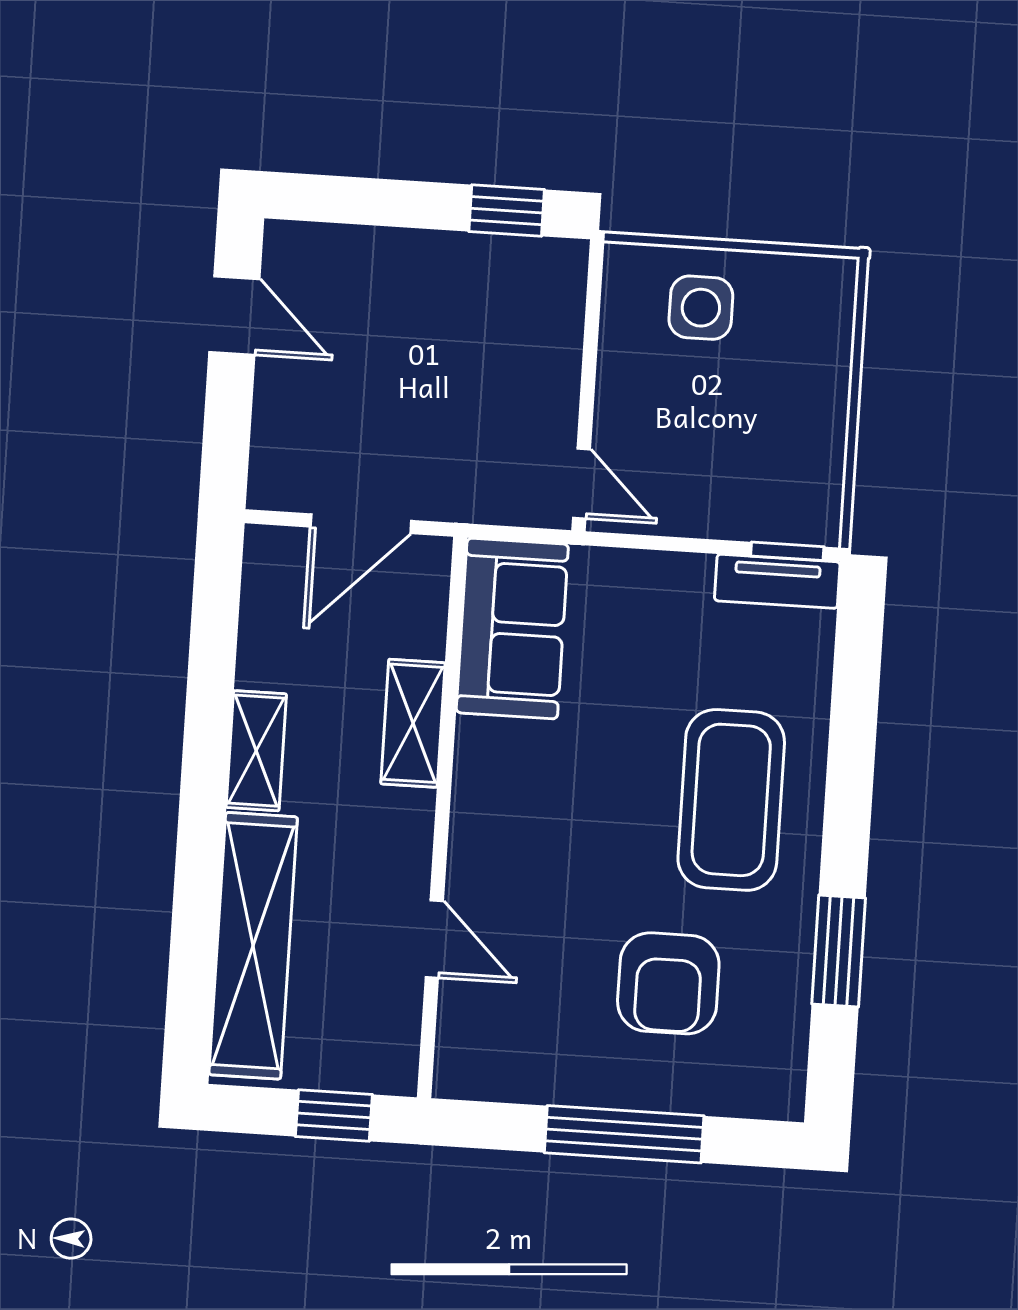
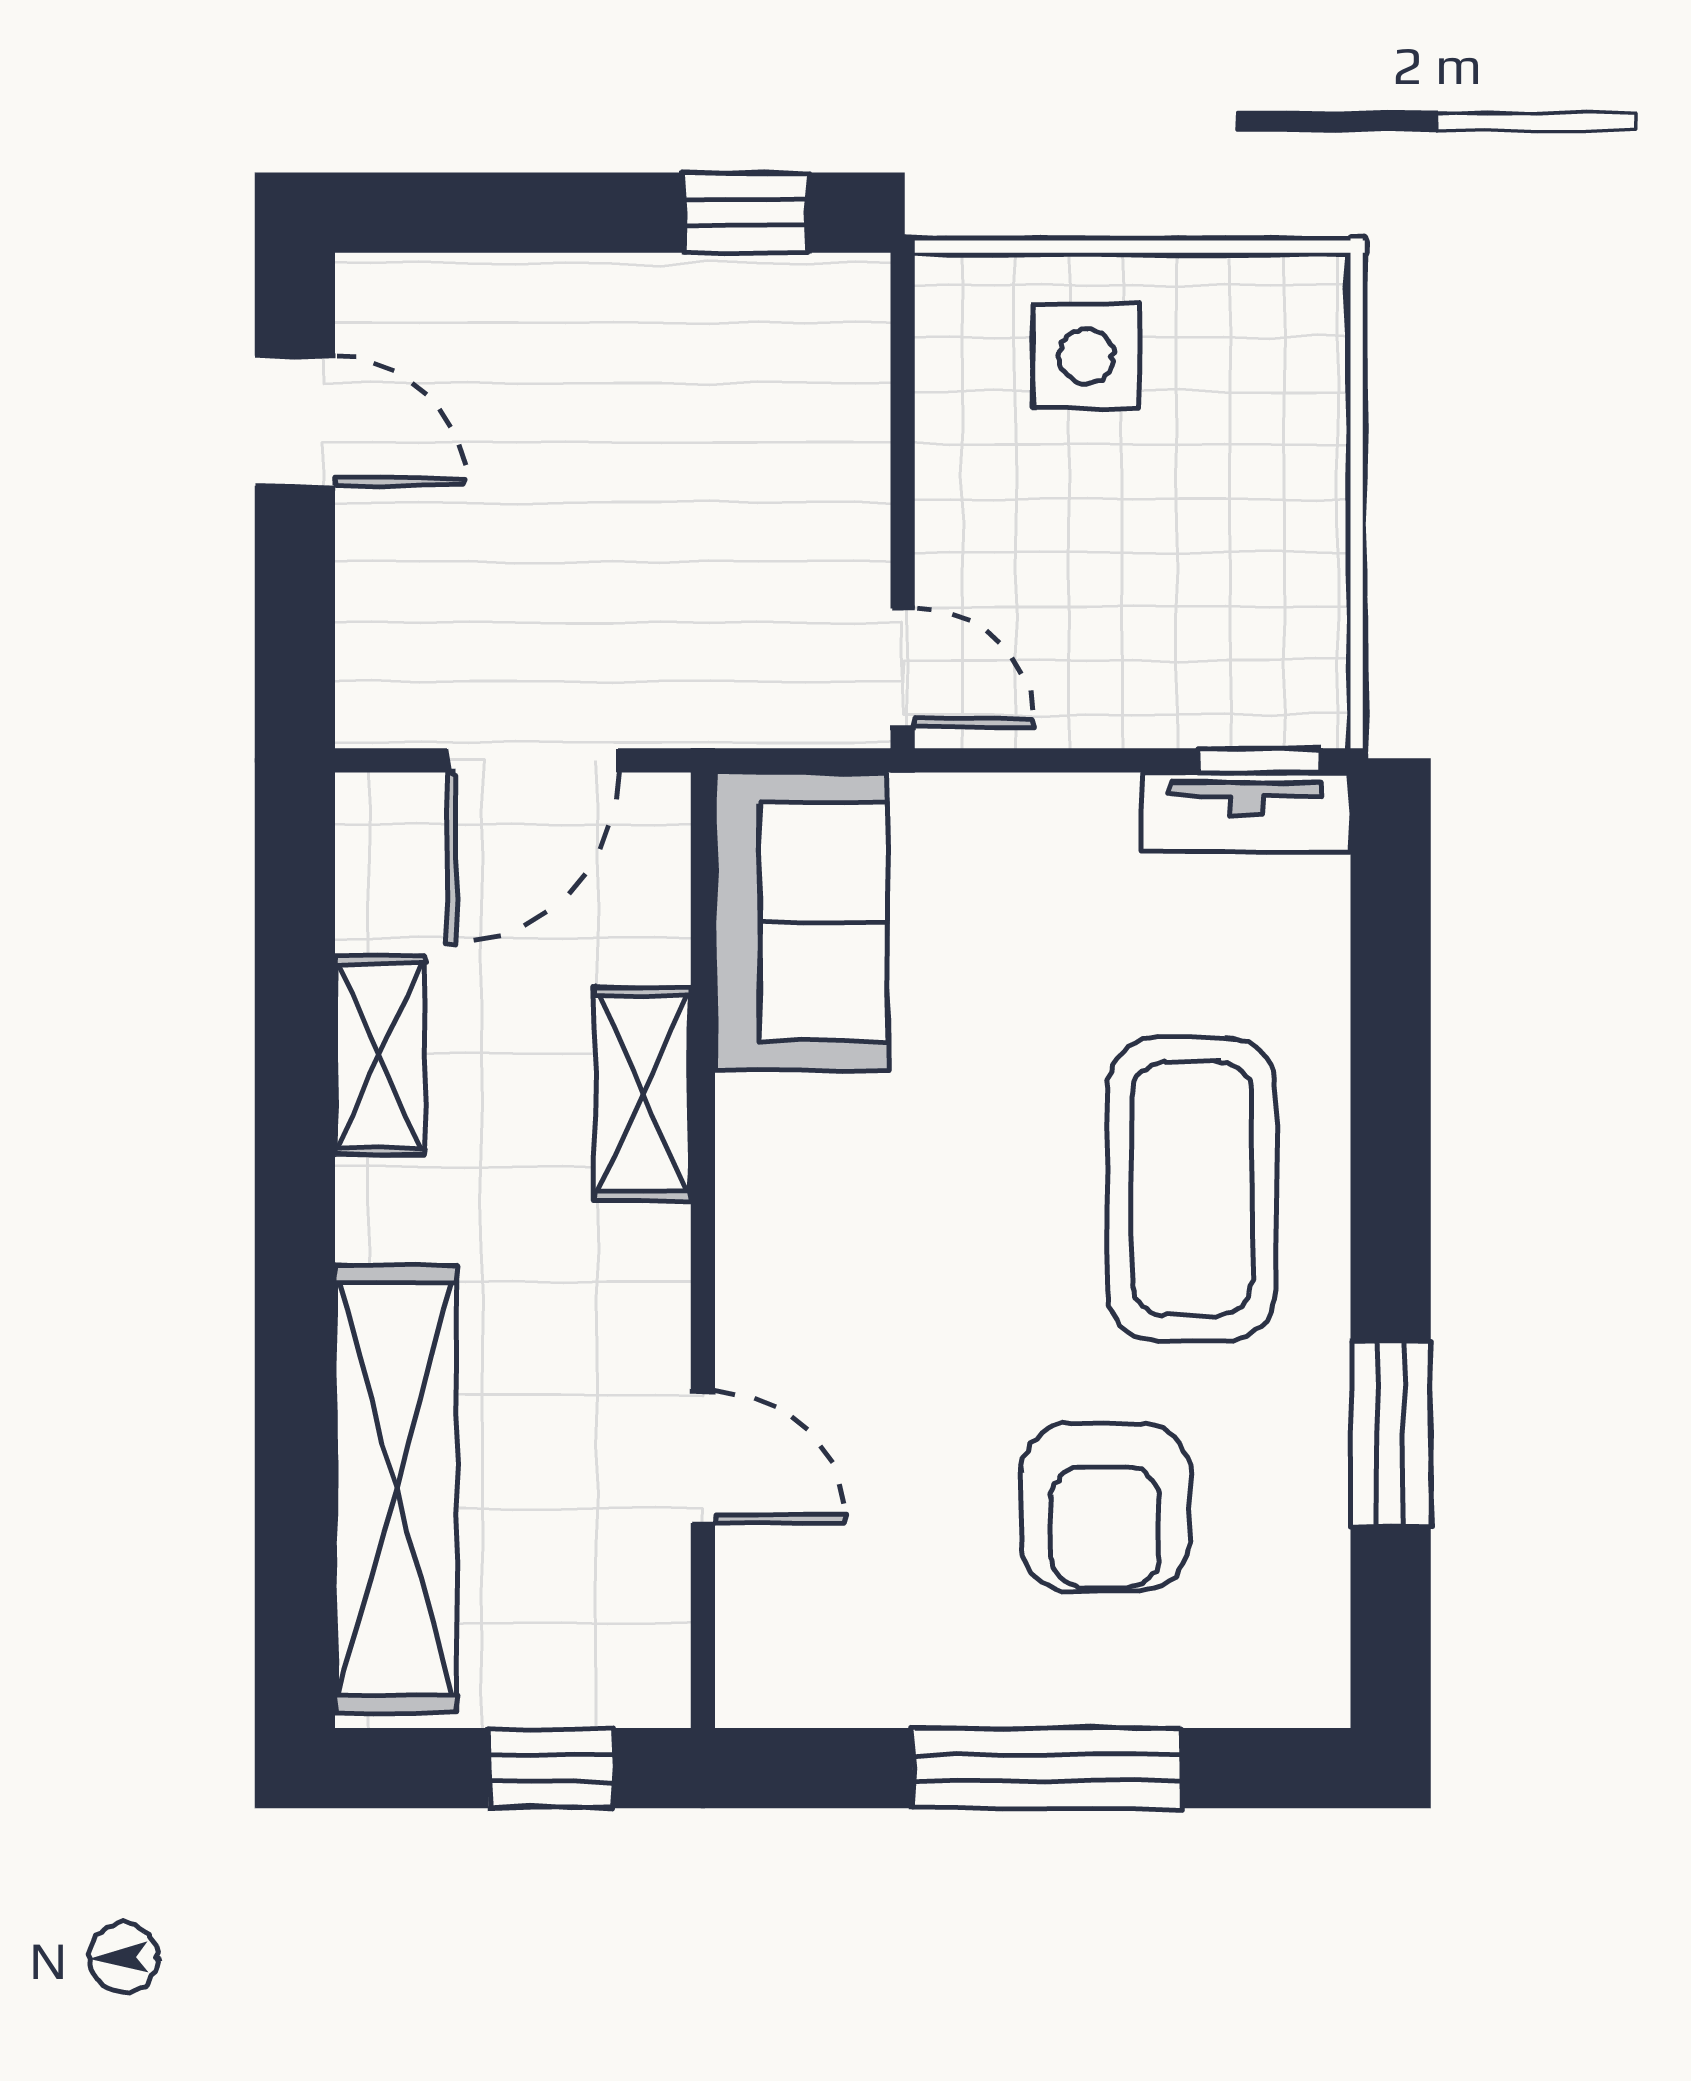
shelving: (256, 751) -> (380, 1055), moved

